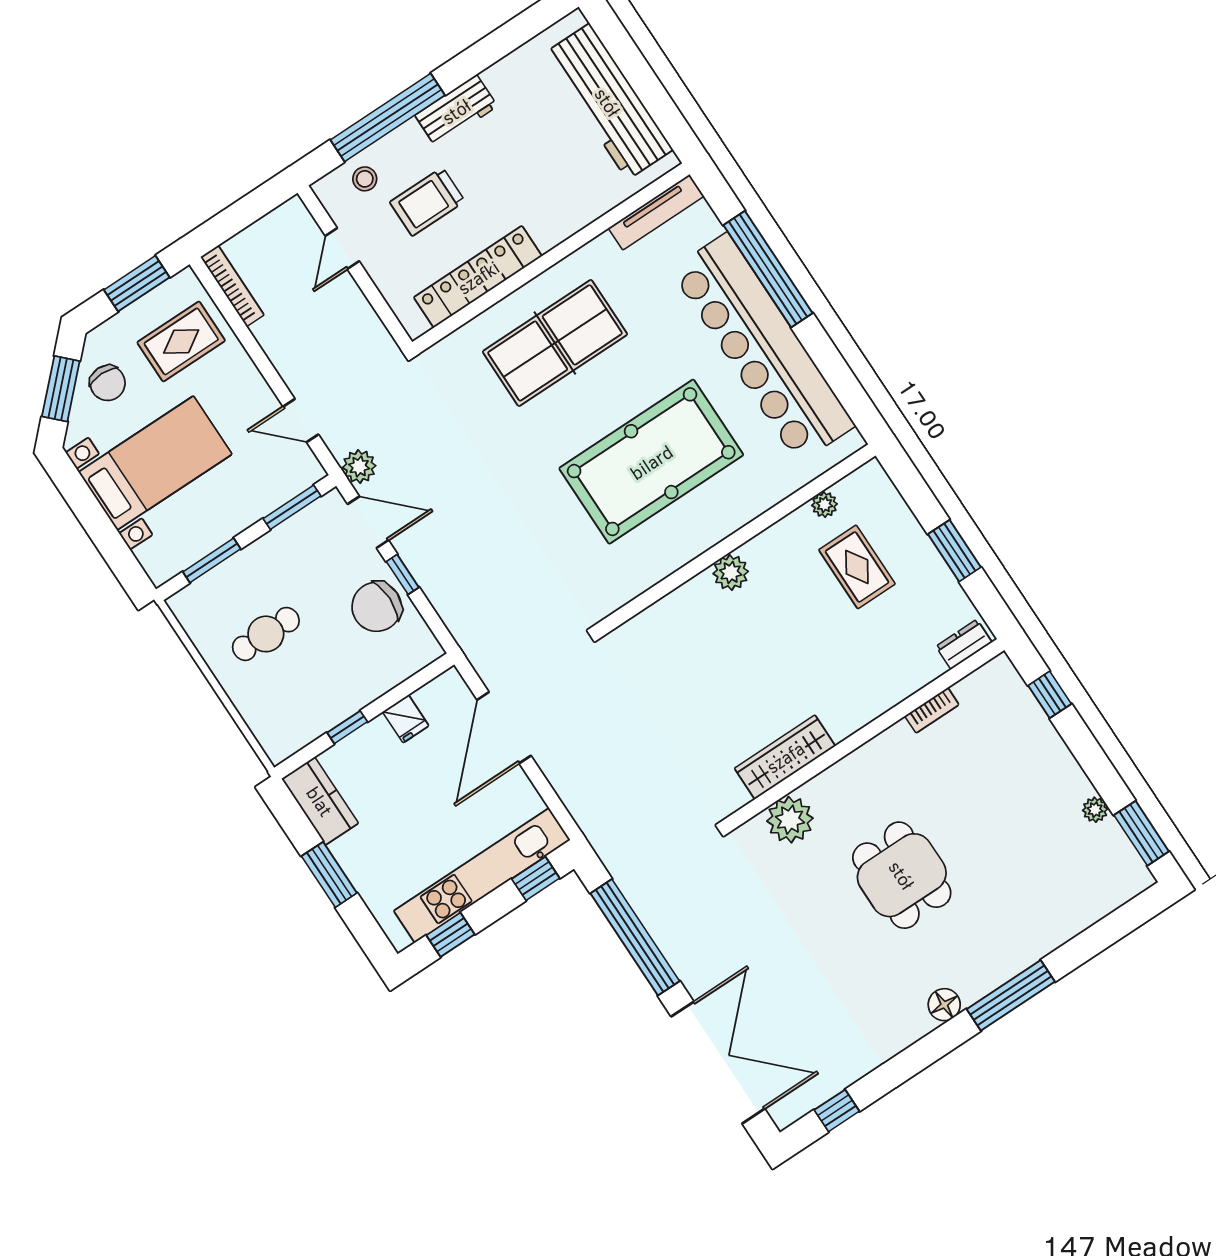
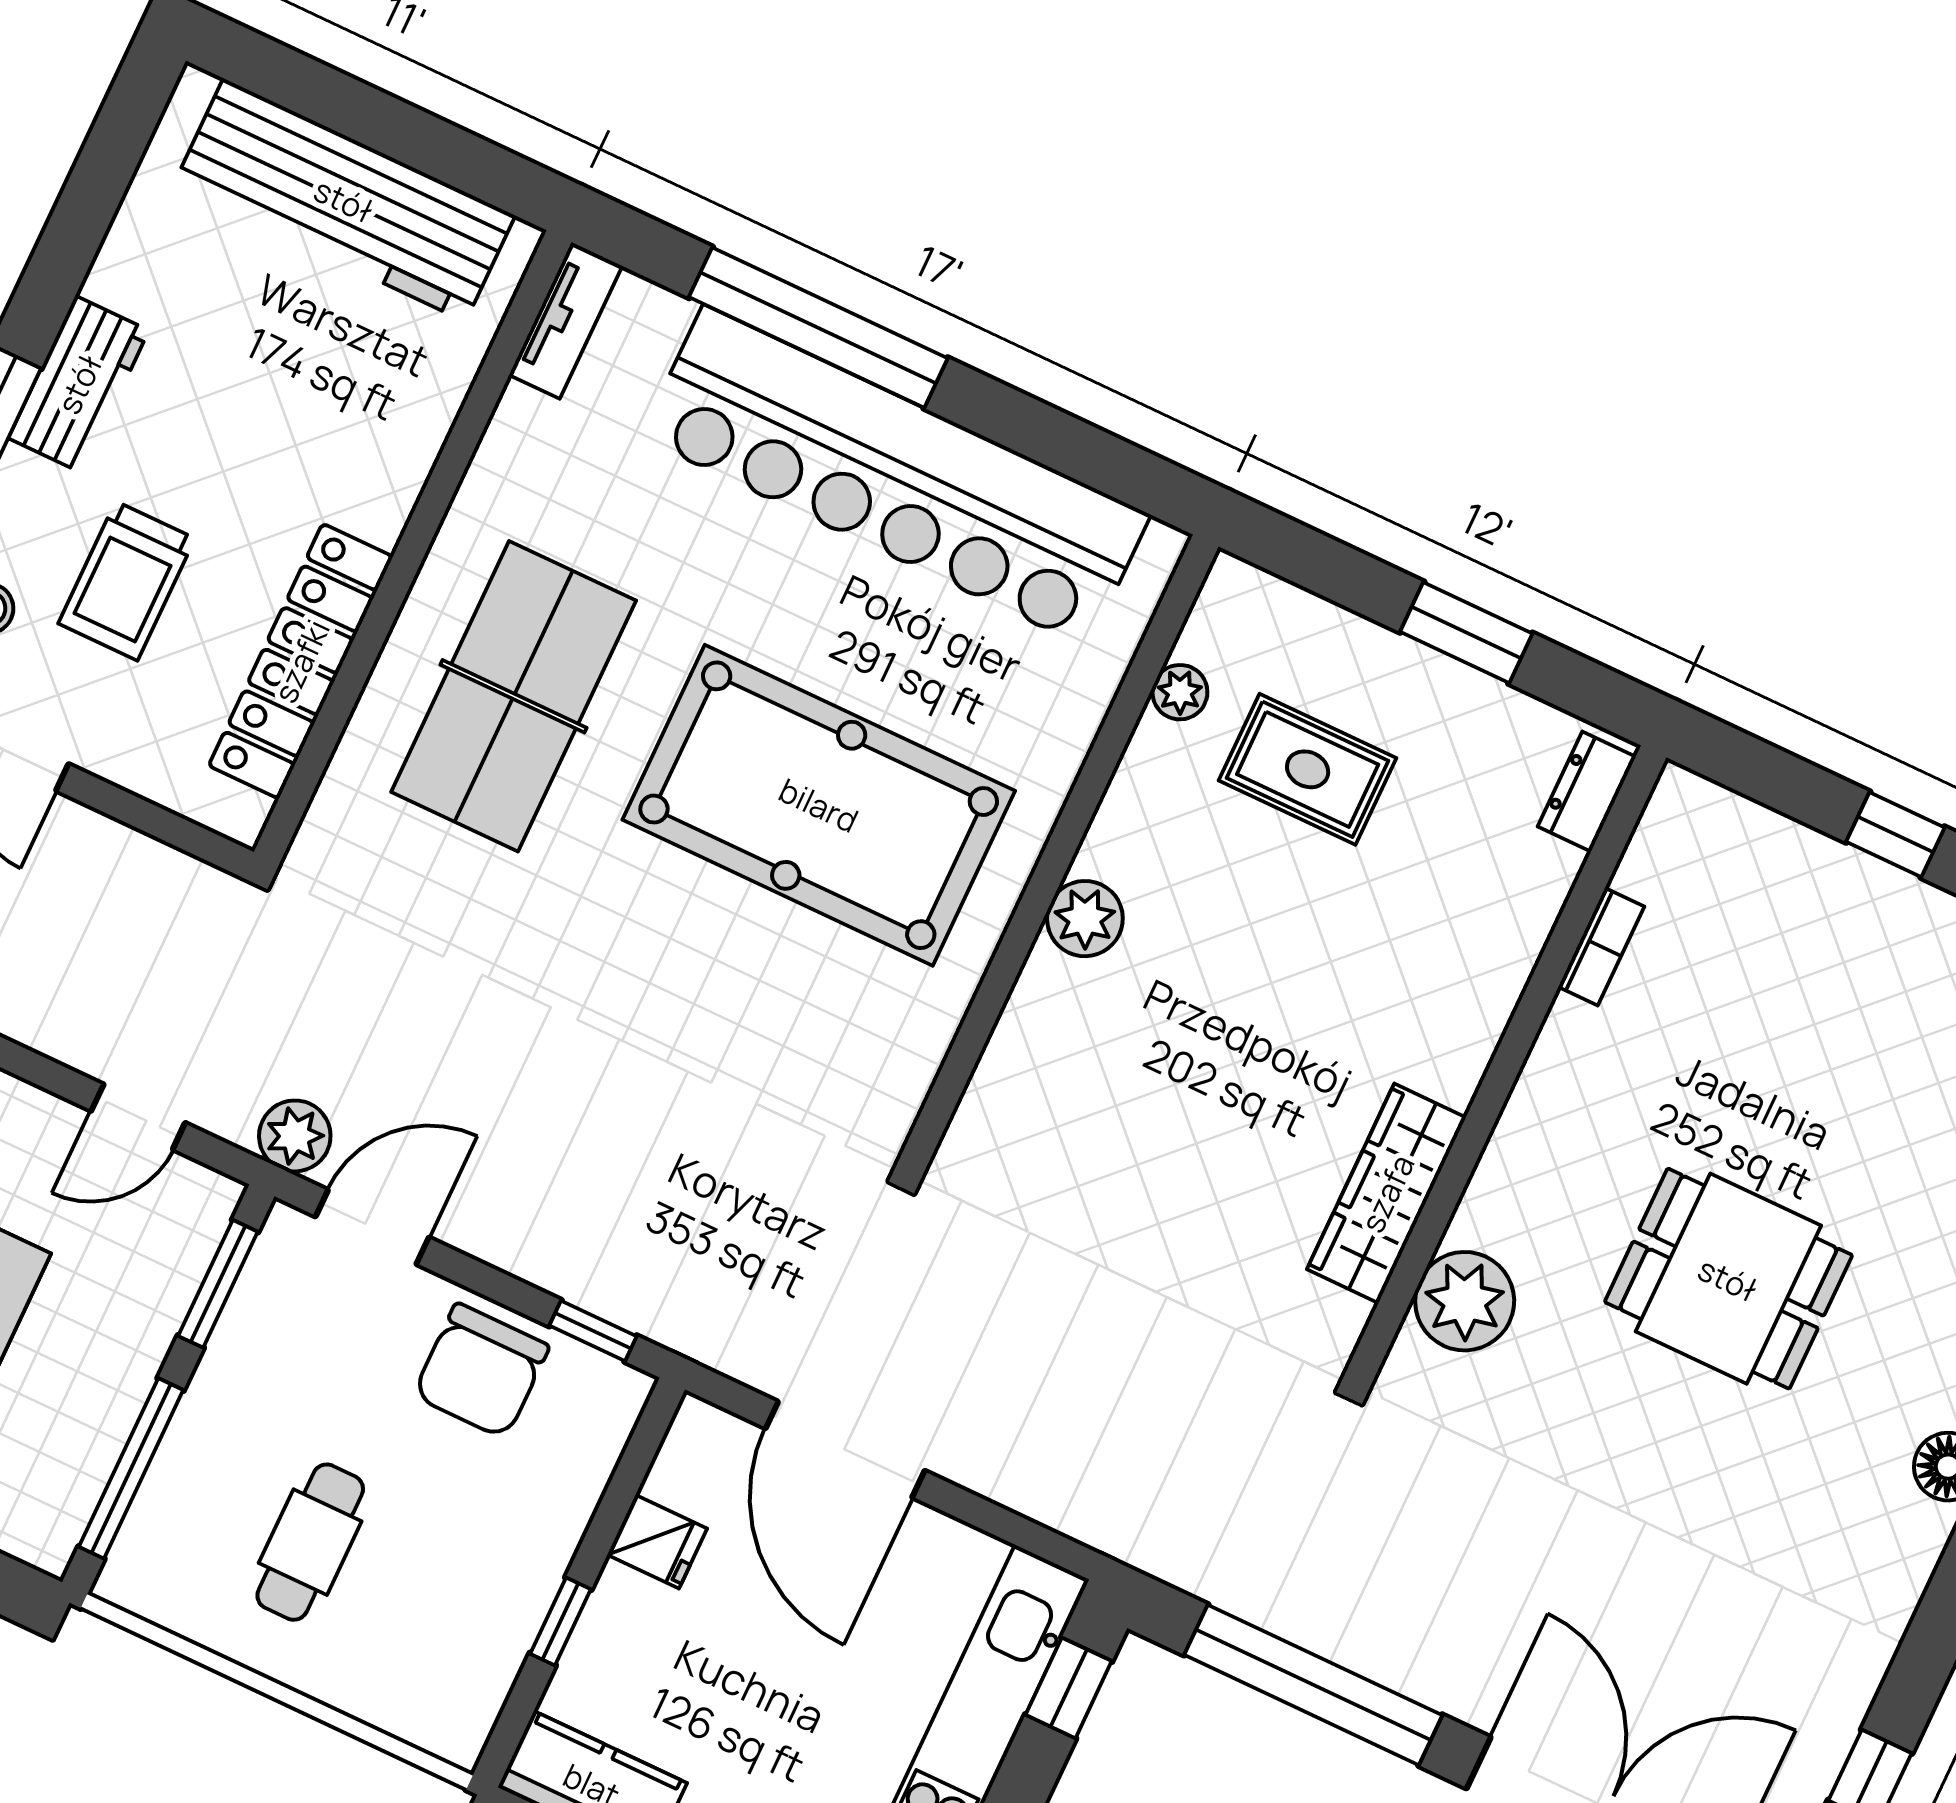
tv unit: (656, 212) -> (566, 320), width x0.71
pool table: (651, 462) -> (819, 805), turned 90
window: (212, 560) -> (131, 1468), width x1.44
window: (403, 574) -> (593, 1331), moved
window: (1050, 695) -> (1895, 835), moved

